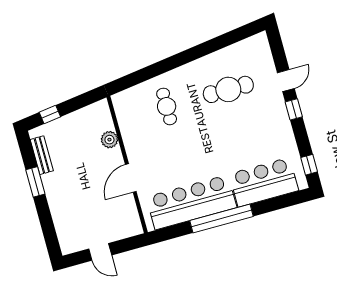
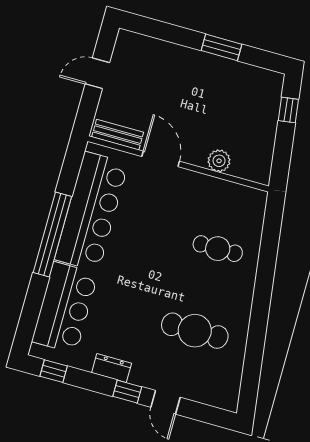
cafe table: (228, 89) -> (195, 331), turned 90
dresser: (285, 129) -> (112, 368), added
bench: (42, 155) -> (118, 135), moved

